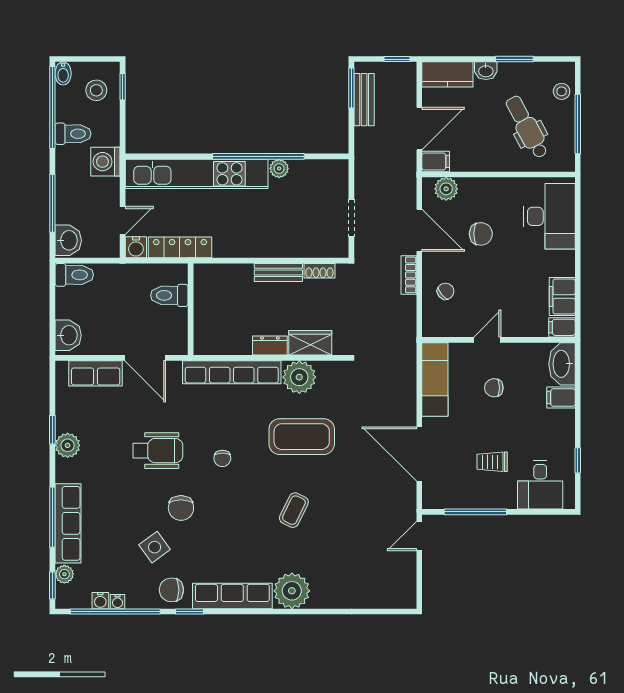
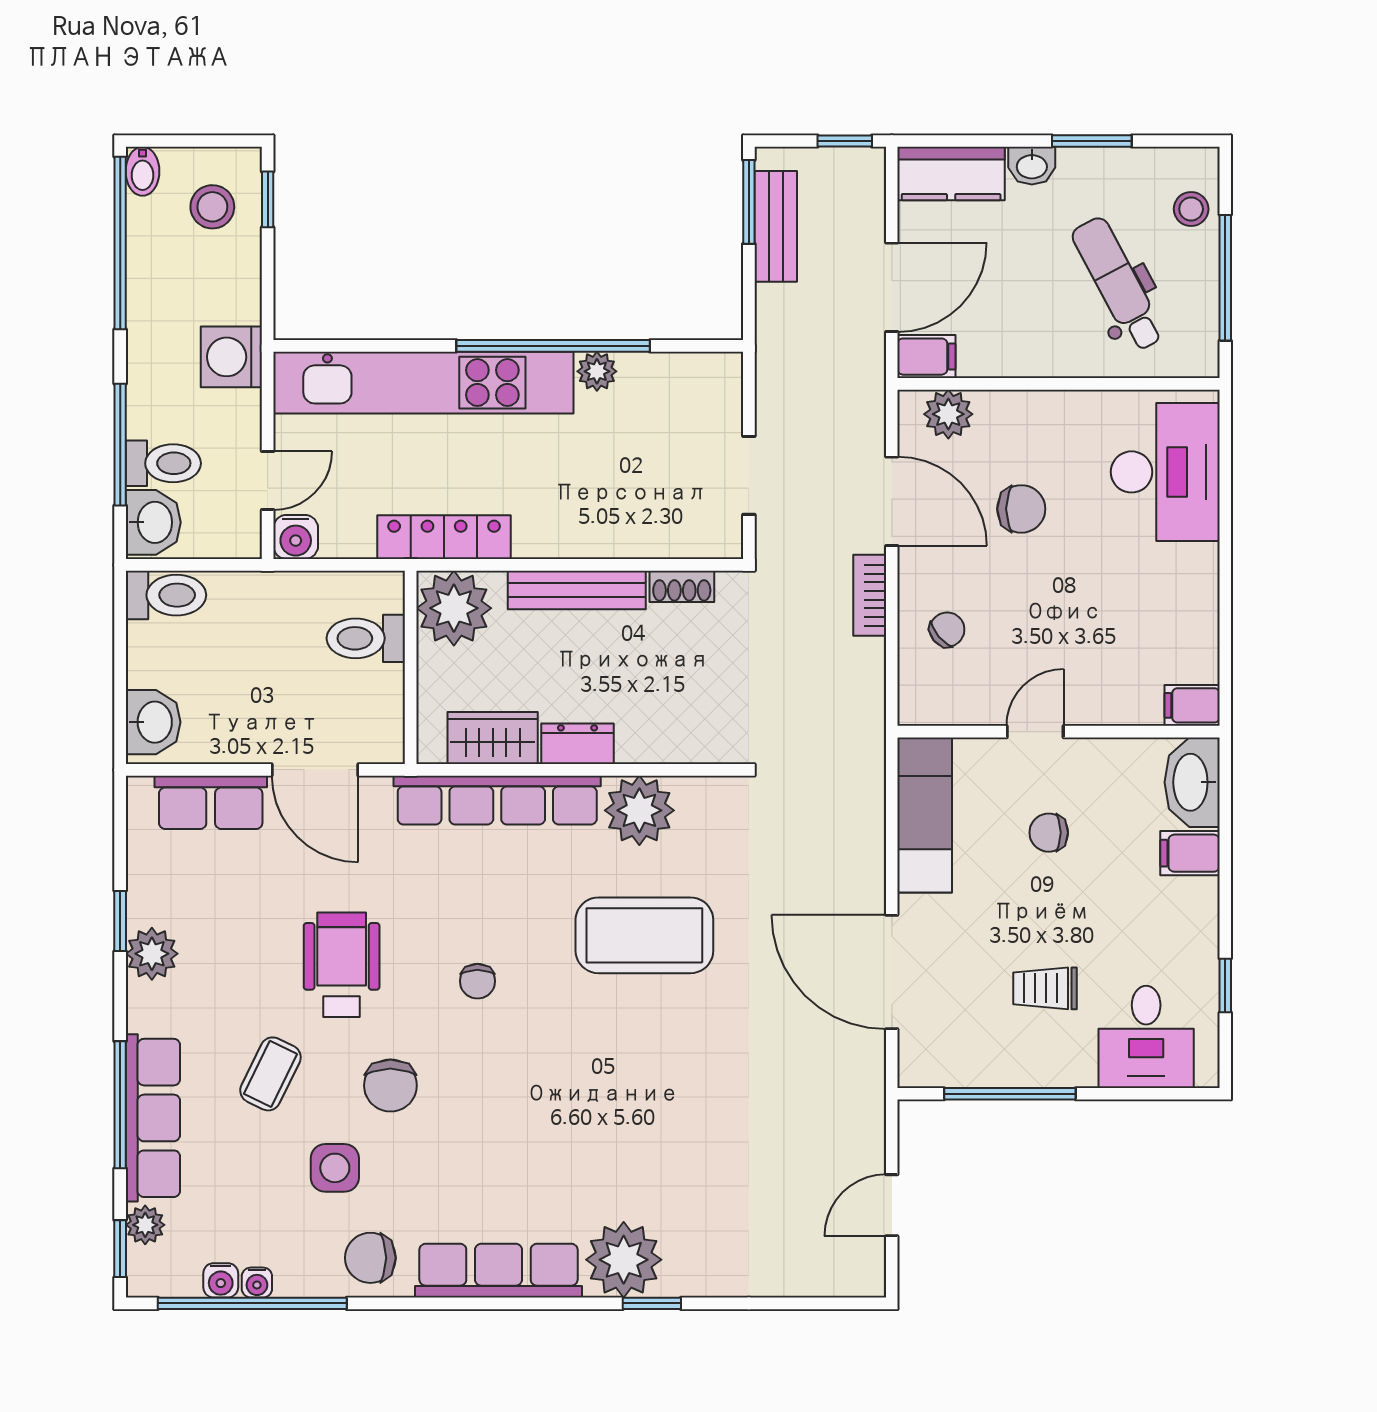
toilet: (73, 134) -> (163, 463), moved
locker: (180, 247) -> (444, 537), moved
bench: (278, 272) -> (577, 590), width x1.36
plant: (211, 281) -> (454, 608), added
filing cabinet: (562, 297) -> (1193, 641), removed
wardrobe: (310, 343) -> (493, 738), moved
wheelchair: (158, 451) -> (342, 965), turned -90
coffee table: (294, 510) -> (270, 1074), moved
door: (419, 536) -> (892, 1205), moved
side table: (155, 547) -> (335, 1168), turned 36
window: (190, 612) -> (652, 1303), moved

